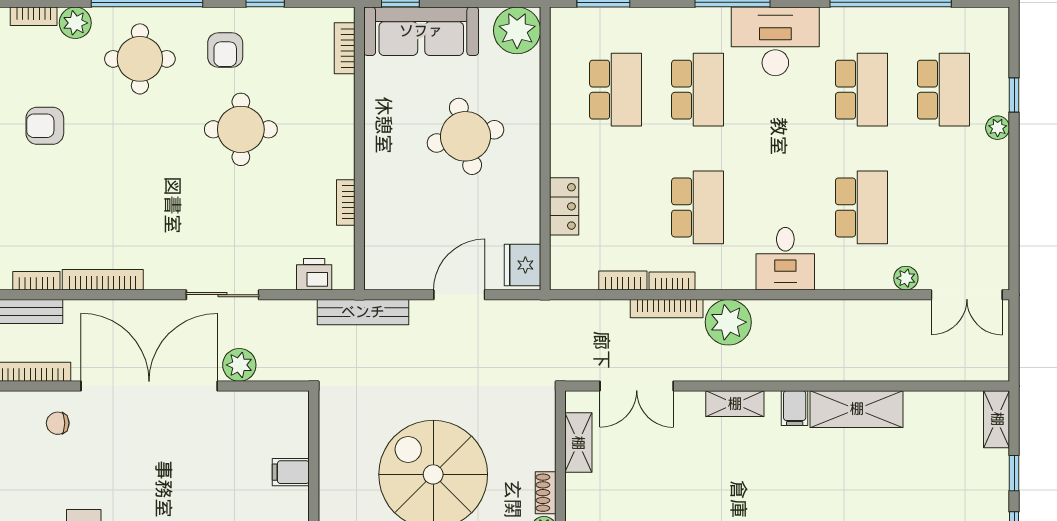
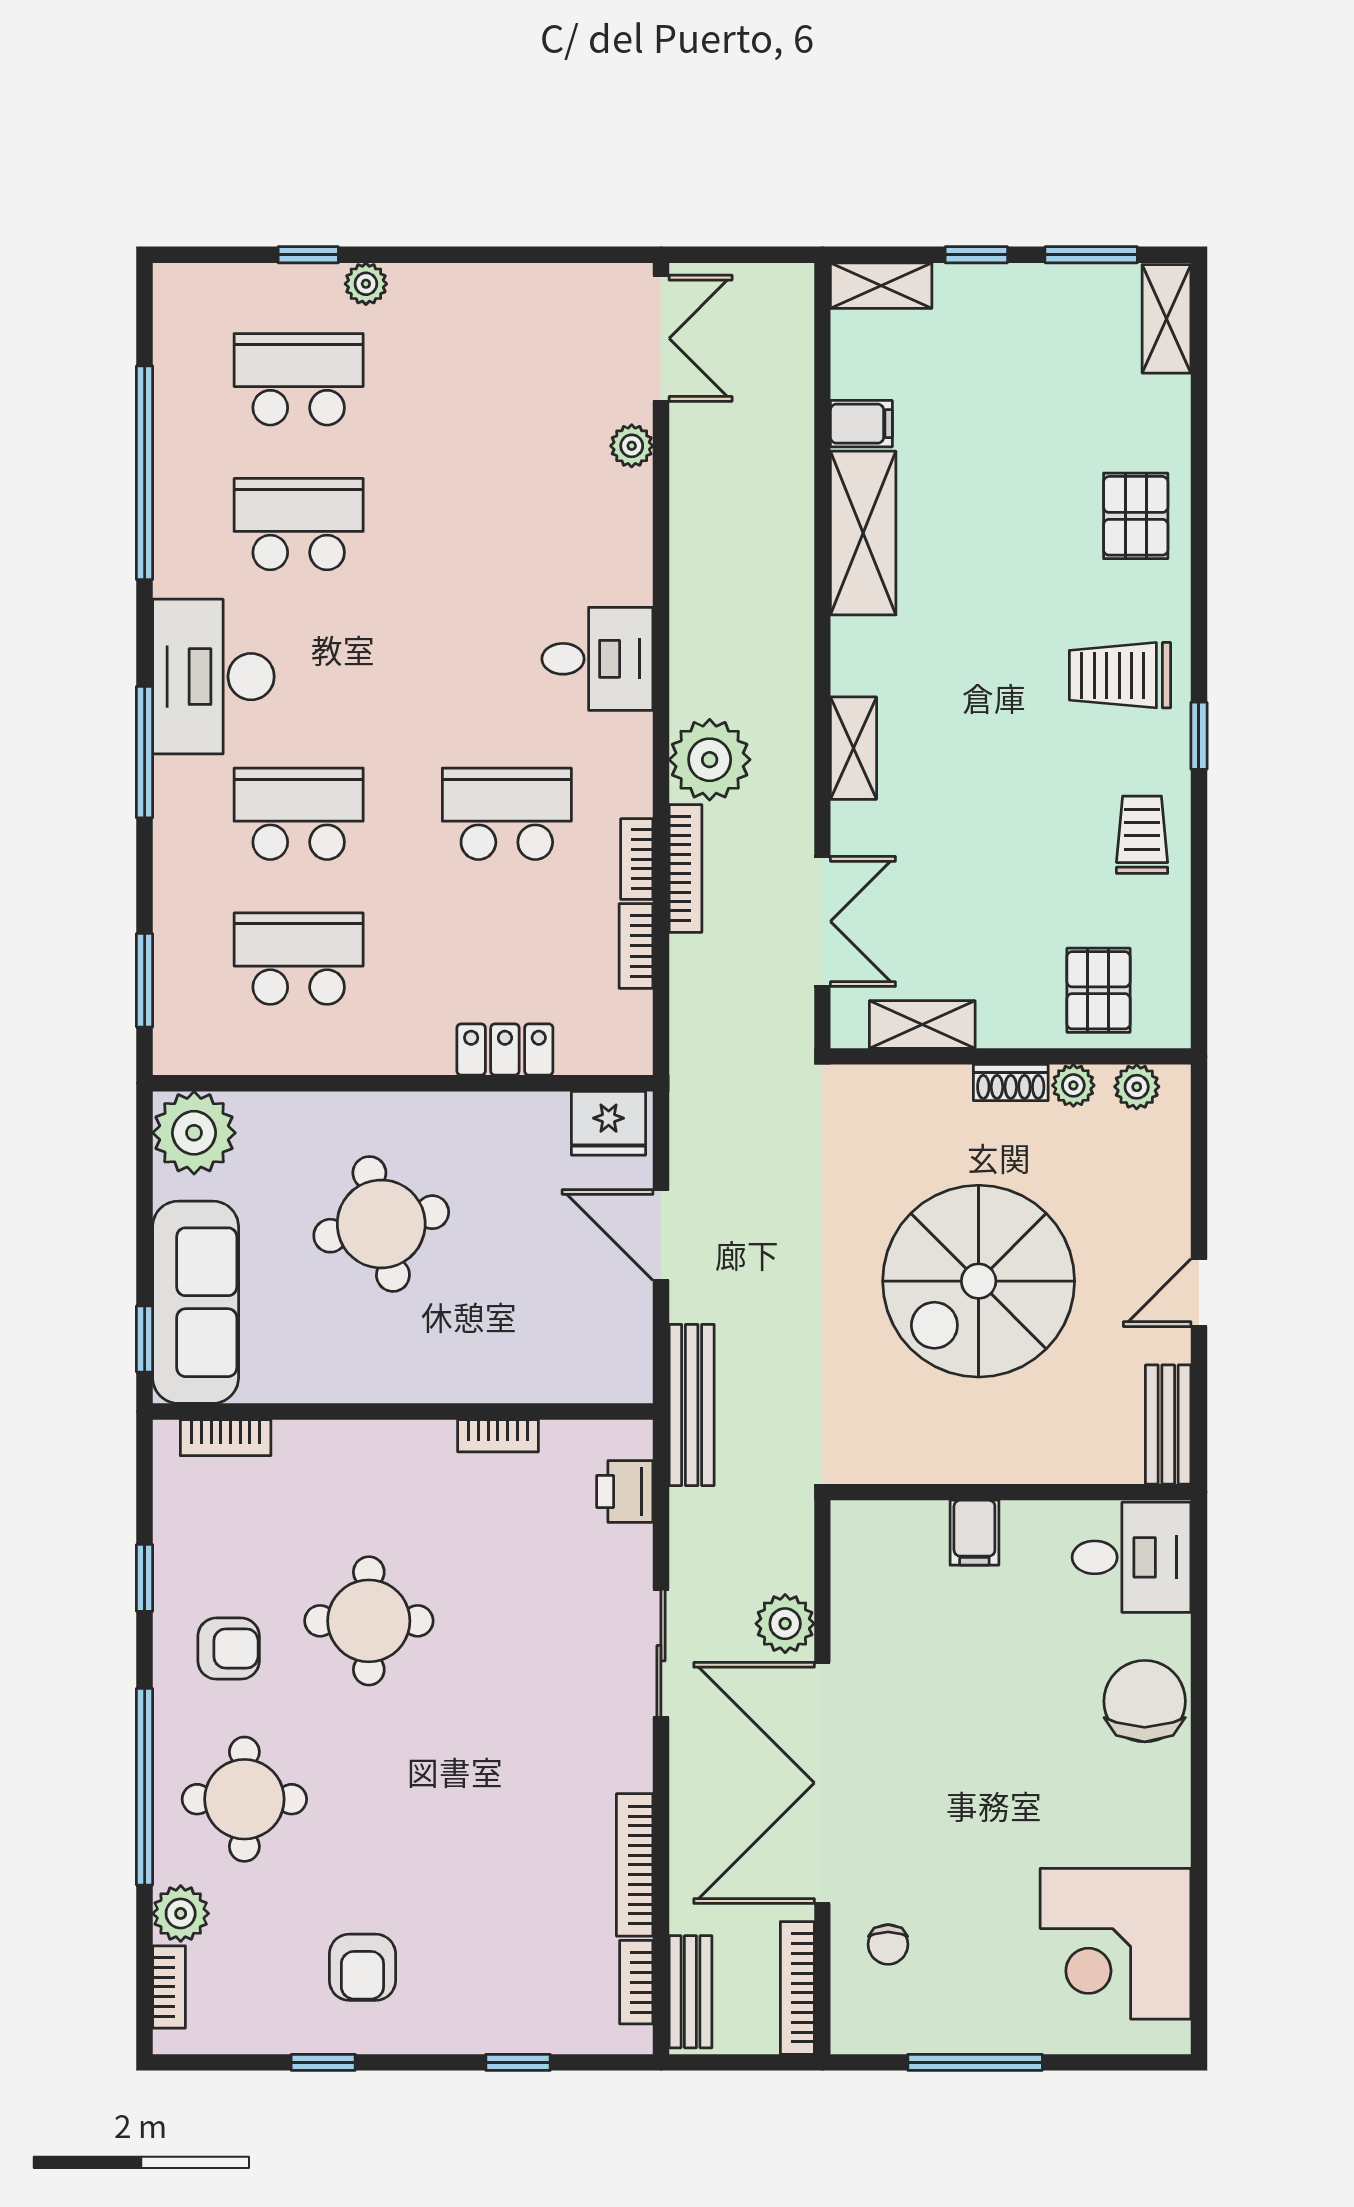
school desk: (862, 207) -> (507, 524), removed
filing cabinet: (795, 408) -> (861, 424), moved

